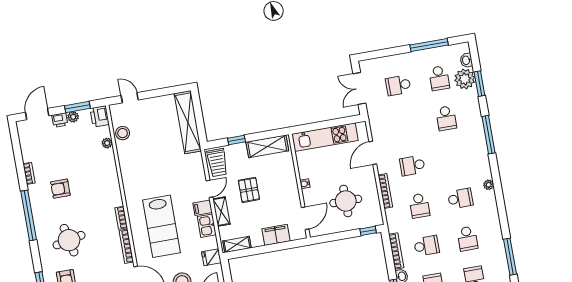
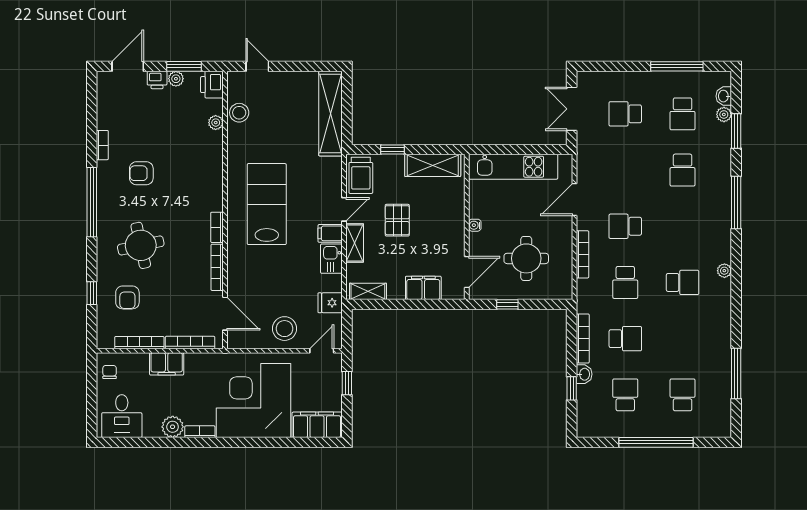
plant: (465, 79) -> (724, 114), width x0.53, depth x0.53
lab bench: (162, 226) -> (267, 204), moved, turned 180
window: (368, 231) -> (507, 304), moved
school desk: (467, 239) -> (683, 339), removed

